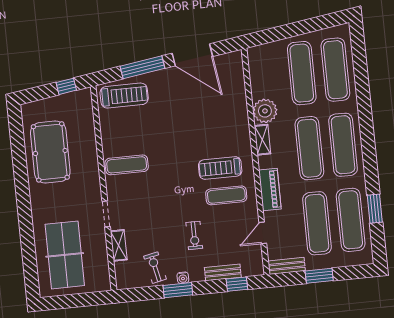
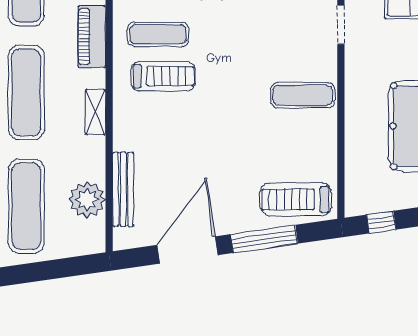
door: (192, 55) -> (188, 250), hinge flipped
bench: (239, 91) -> (123, 189), added
plant: (265, 111) -> (87, 200), moved

